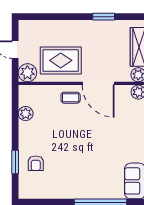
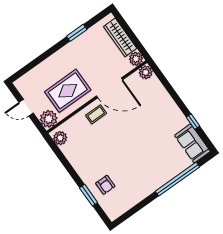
plant: (26, 114) -> (60, 138), moved

